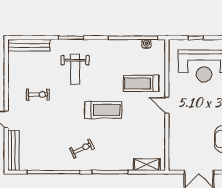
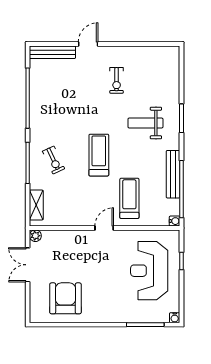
water cooler: (146, 44) -> (175, 221), moved
bench: (29, 45) -> (173, 174), moved
treadmill: (103, 110) -> (99, 155), turned 180
exercise bike: (82, 148) -> (54, 160), moved
plant: (174, 165) -> (35, 236), added

